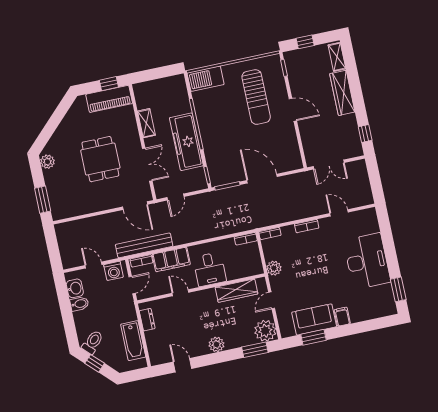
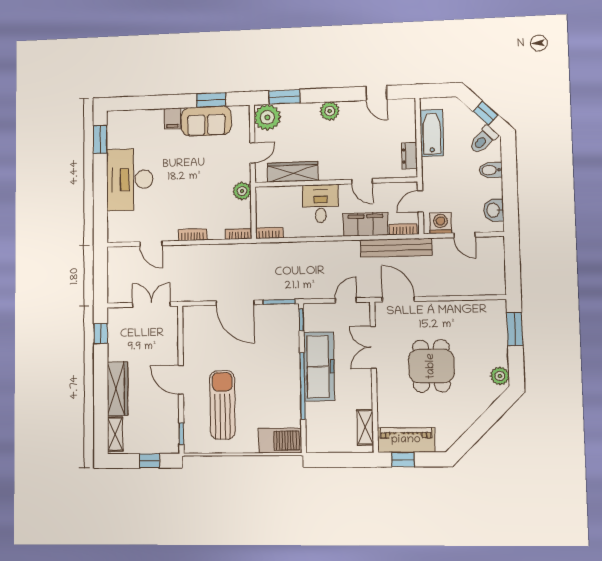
shelving: (146, 123) -> (365, 427), moved
bidet: (79, 304) -> (491, 170), moved

